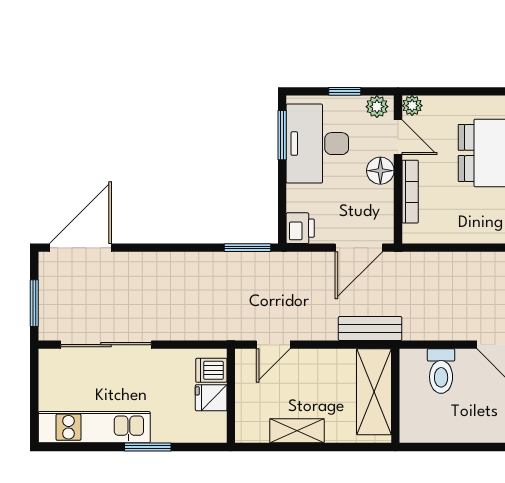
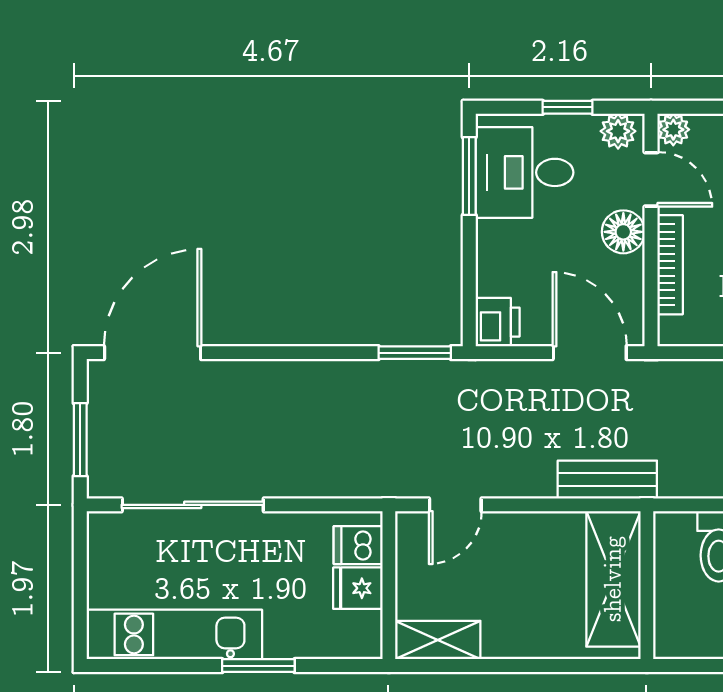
desk: (317, 144) -> (524, 172), width x0.73
door: (359, 248) -> (590, 353), swing flipped
shelving: (297, 431) -> (438, 640), moved

